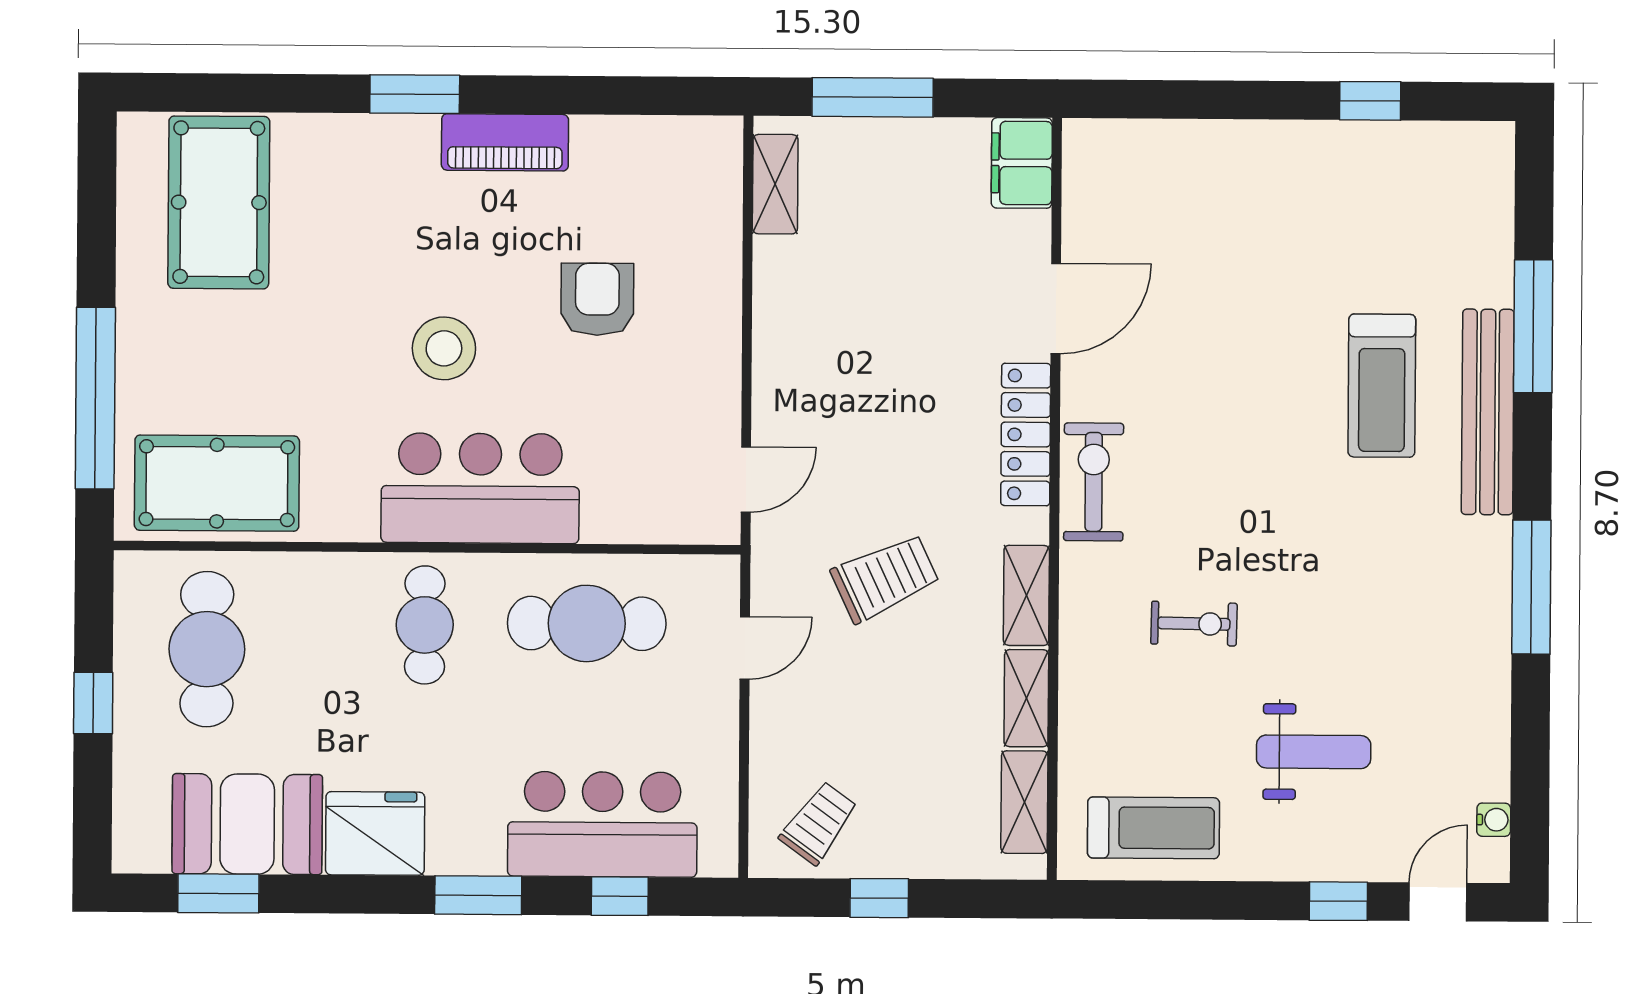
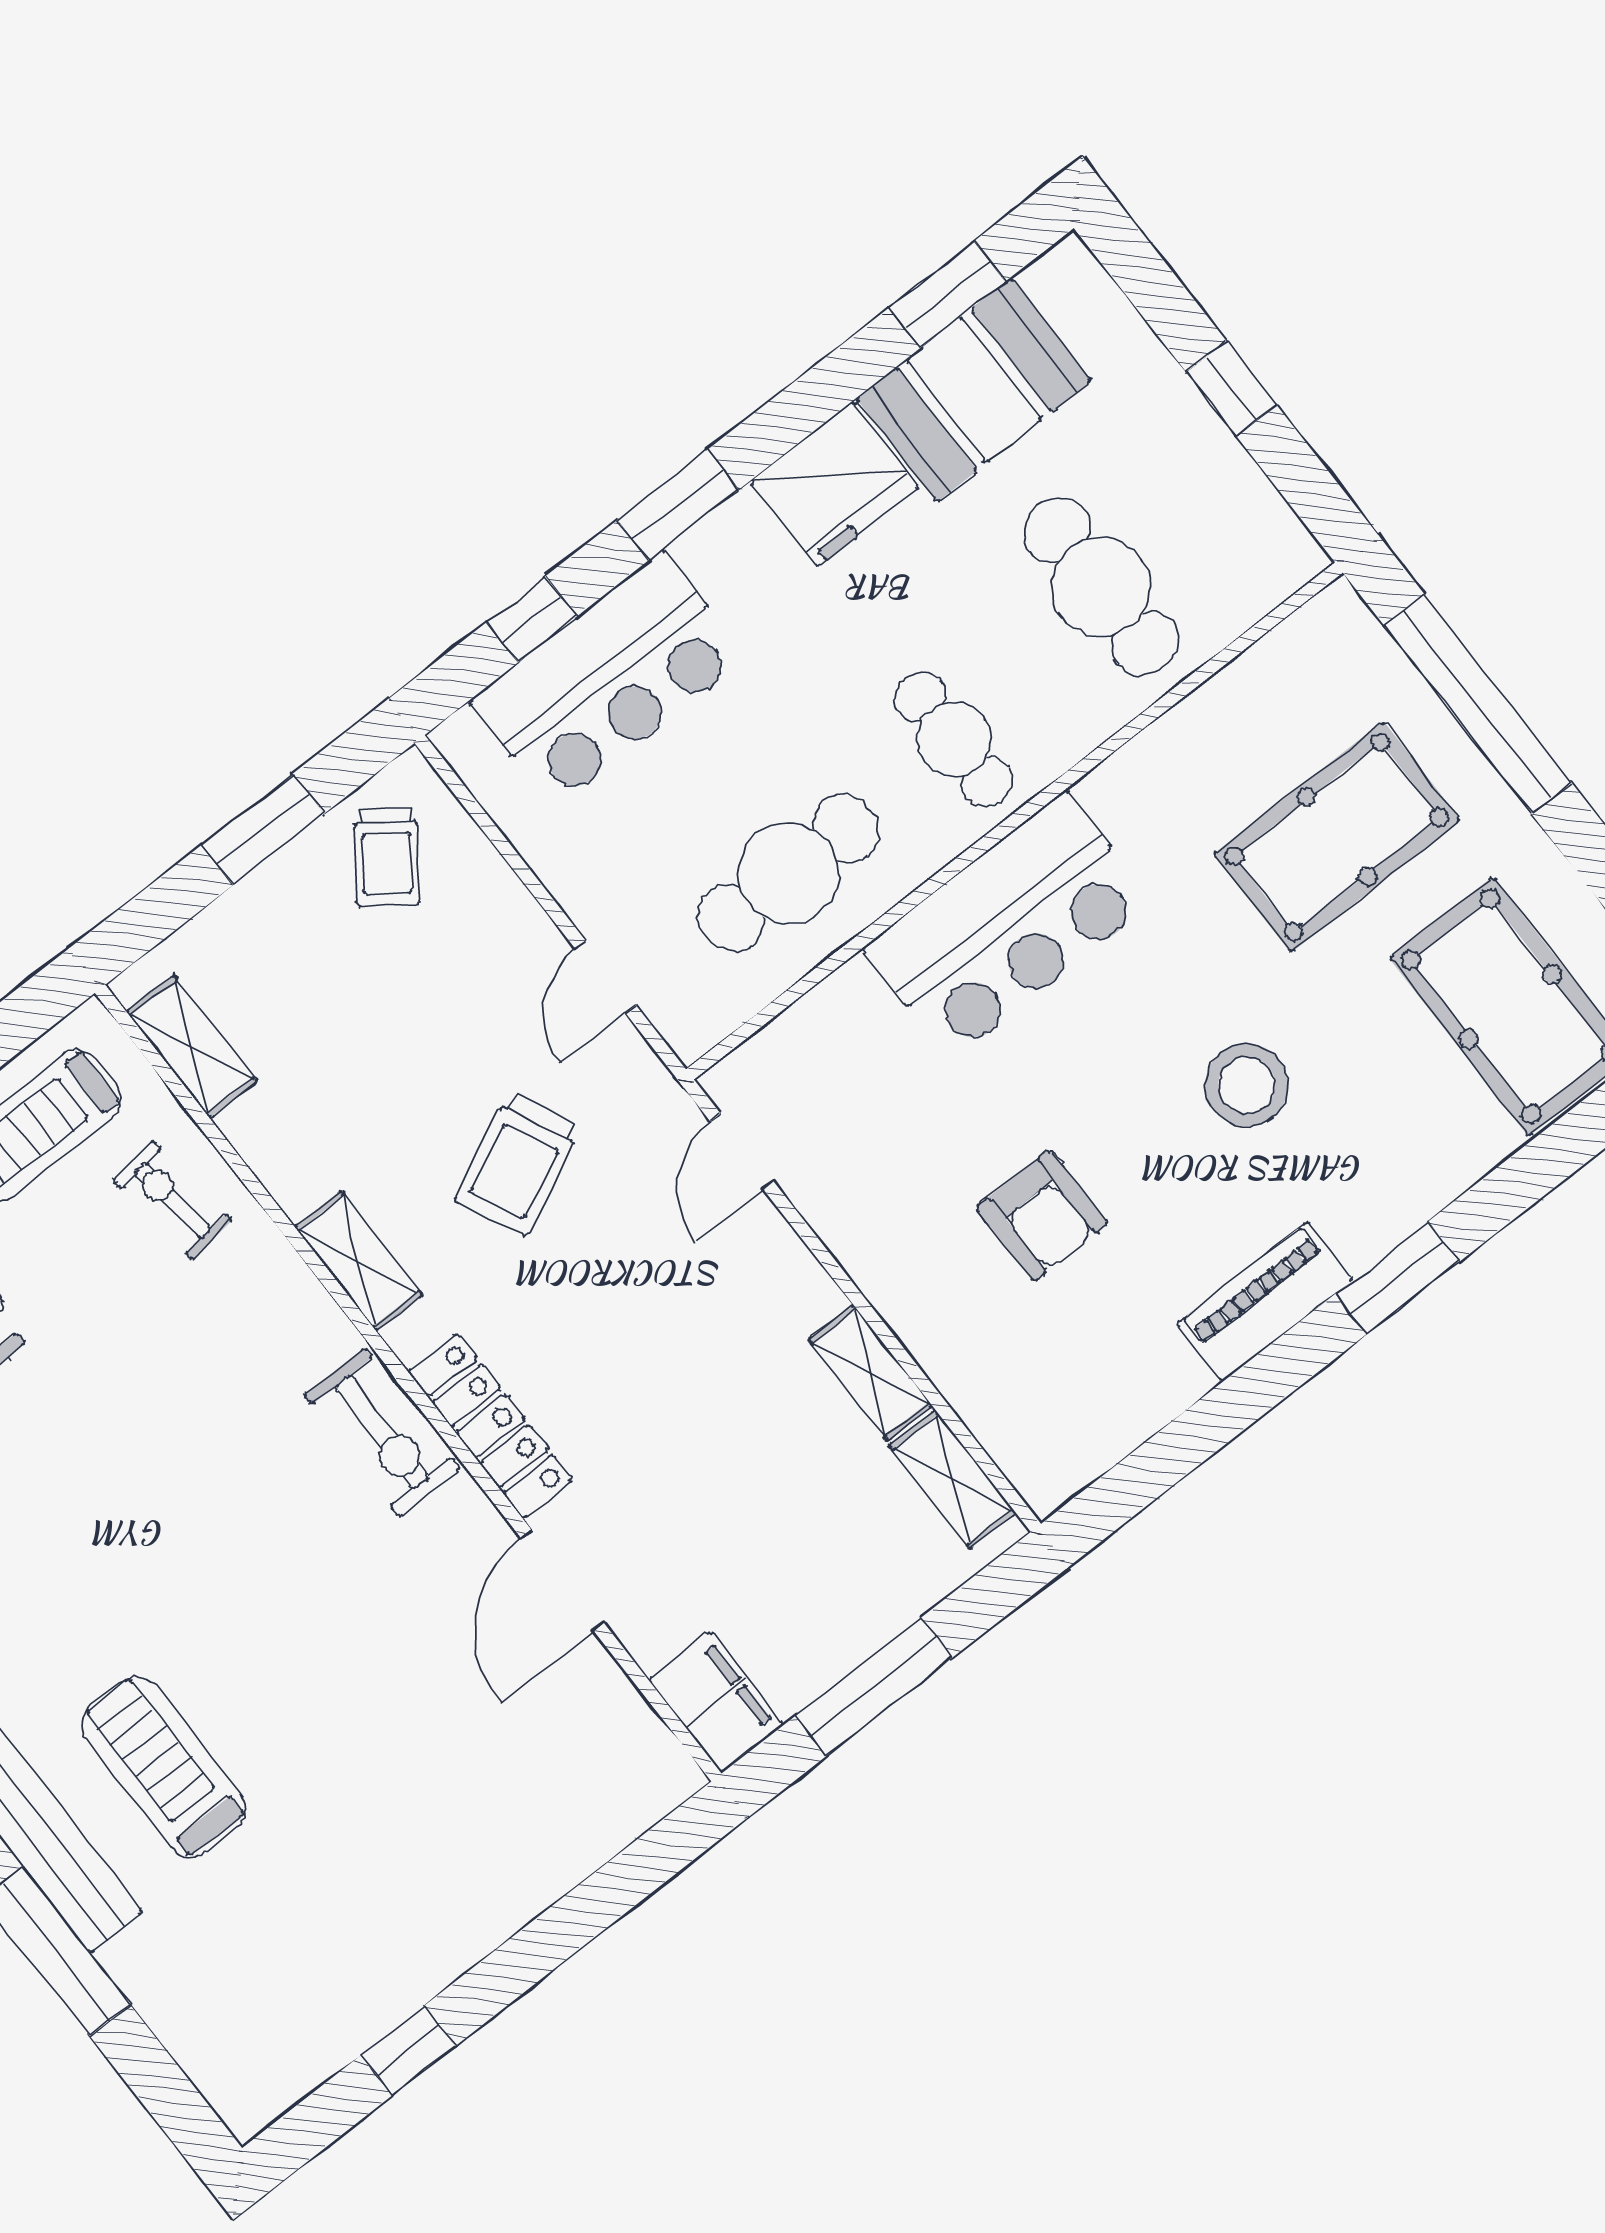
window: (873, 97) -> (874, 1687), moved
stool: (444, 348) -> (1247, 1085), moved
pool table: (217, 483) -> (1337, 837), moved
exercise bike: (1194, 624) -> (173, 1200), moved, turned 82
cafe table: (207, 649) -> (1101, 587), moved
shelving: (1026, 698) -> (870, 1373), moved
window: (879, 898) -> (263, 829), width x1.50

